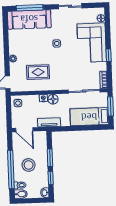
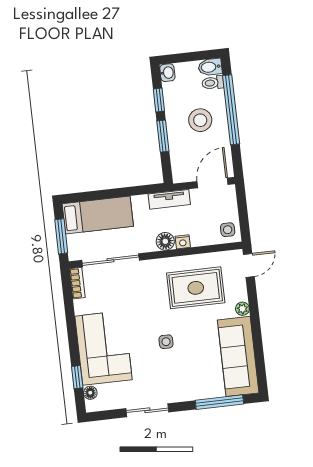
sofa: (29, 19) -> (238, 356), moved, turned -90
window: (109, 55) -> (77, 377), moved
rug: (38, 72) -> (196, 288), width x1.36, depth x1.43
door: (24, 130) -> (213, 183), hinge flipped

